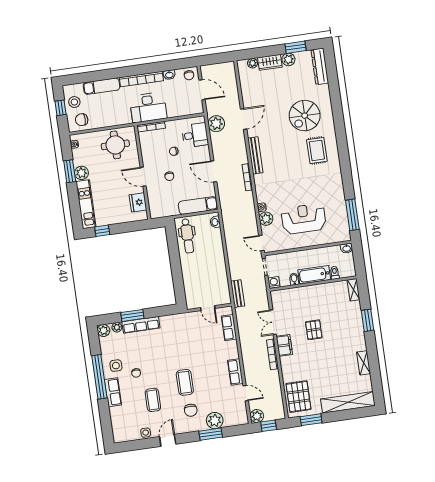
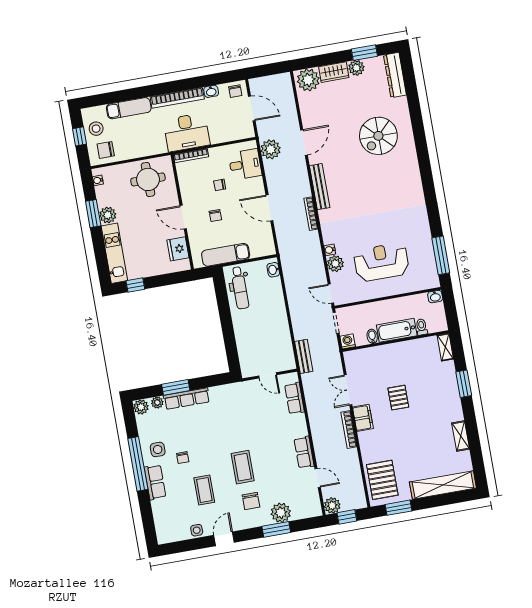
plant: (253, 63) -> (308, 80), width x1.87, depth x1.87
rug: (317, 150) -> (395, 178), removed
exam couch: (198, 205) -> (226, 255), moved

